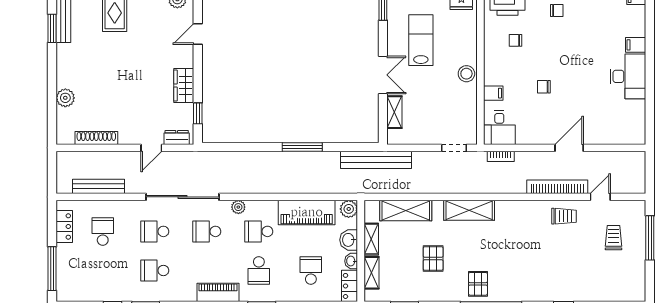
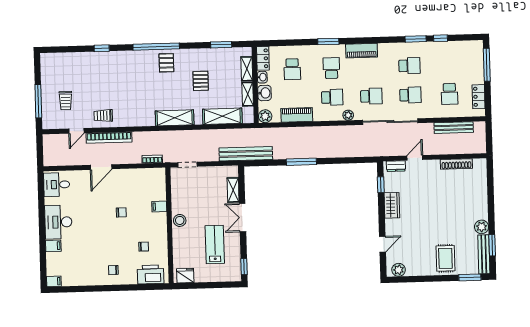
lab bench: (421, 40) -> (215, 245), turned 180
plant: (65, 98) -> (482, 227), moved
desk: (499, 128) -> (57, 185), moved, turned -90
piano: (307, 212) -> (297, 115), width x0.73, depth x0.75

